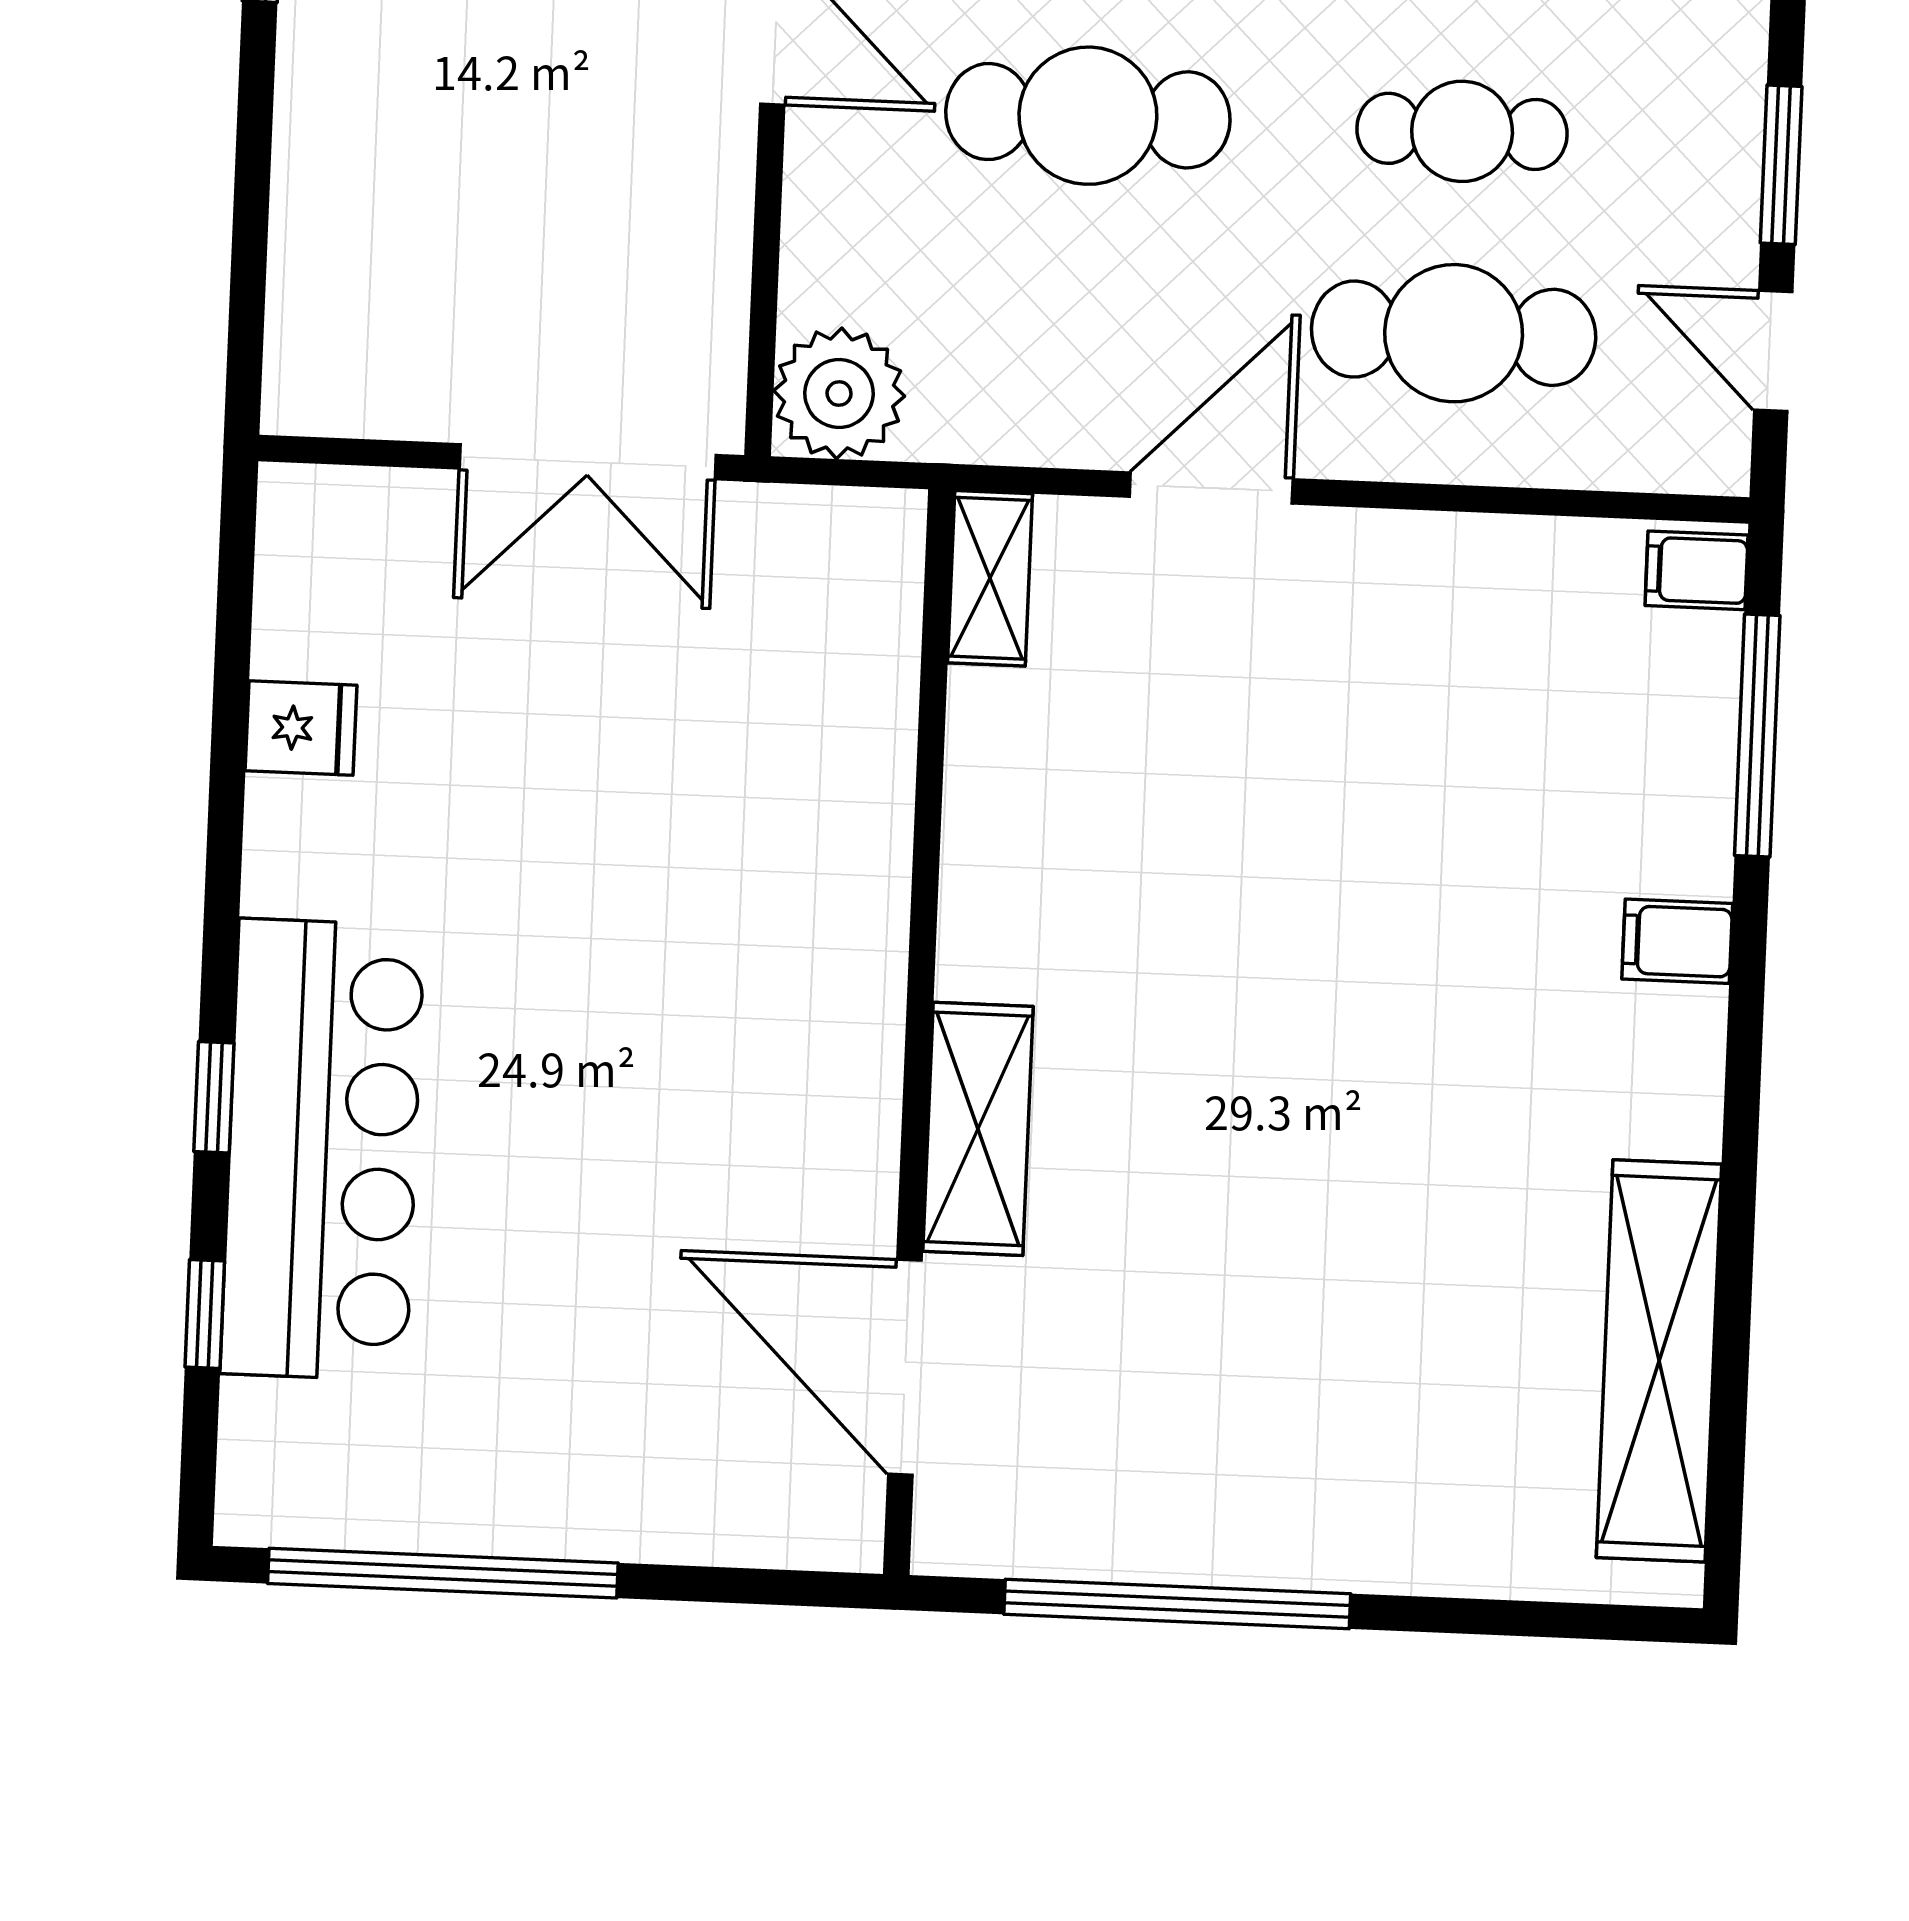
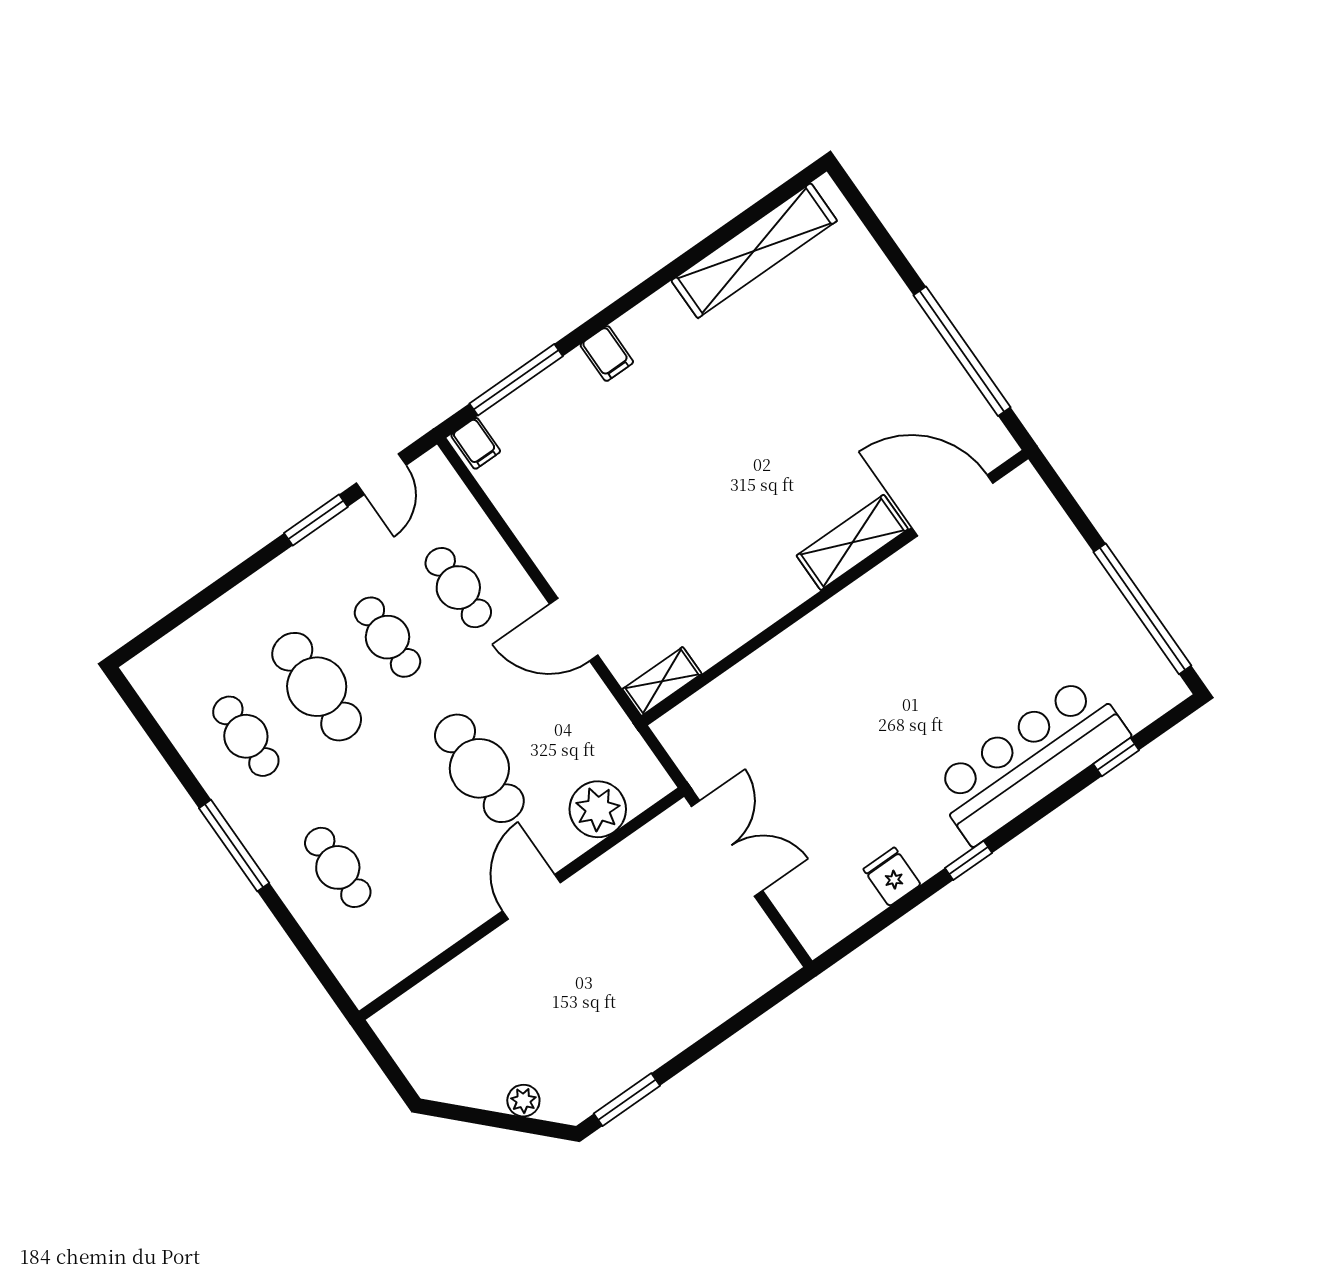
cafe table: (1454, 333) -> (458, 588), width x0.73, depth x0.74
plant: (839, 393) -> (598, 809), moved
window: (214, 1097) -> (968, 860), moved
door: (905, 1367) -> (952, 505), swing flipped

